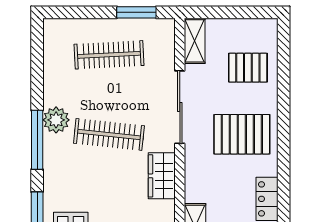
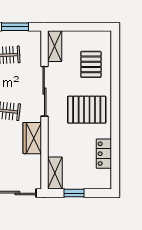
pallet: (248, 68) -> (91, 64), turned 90

